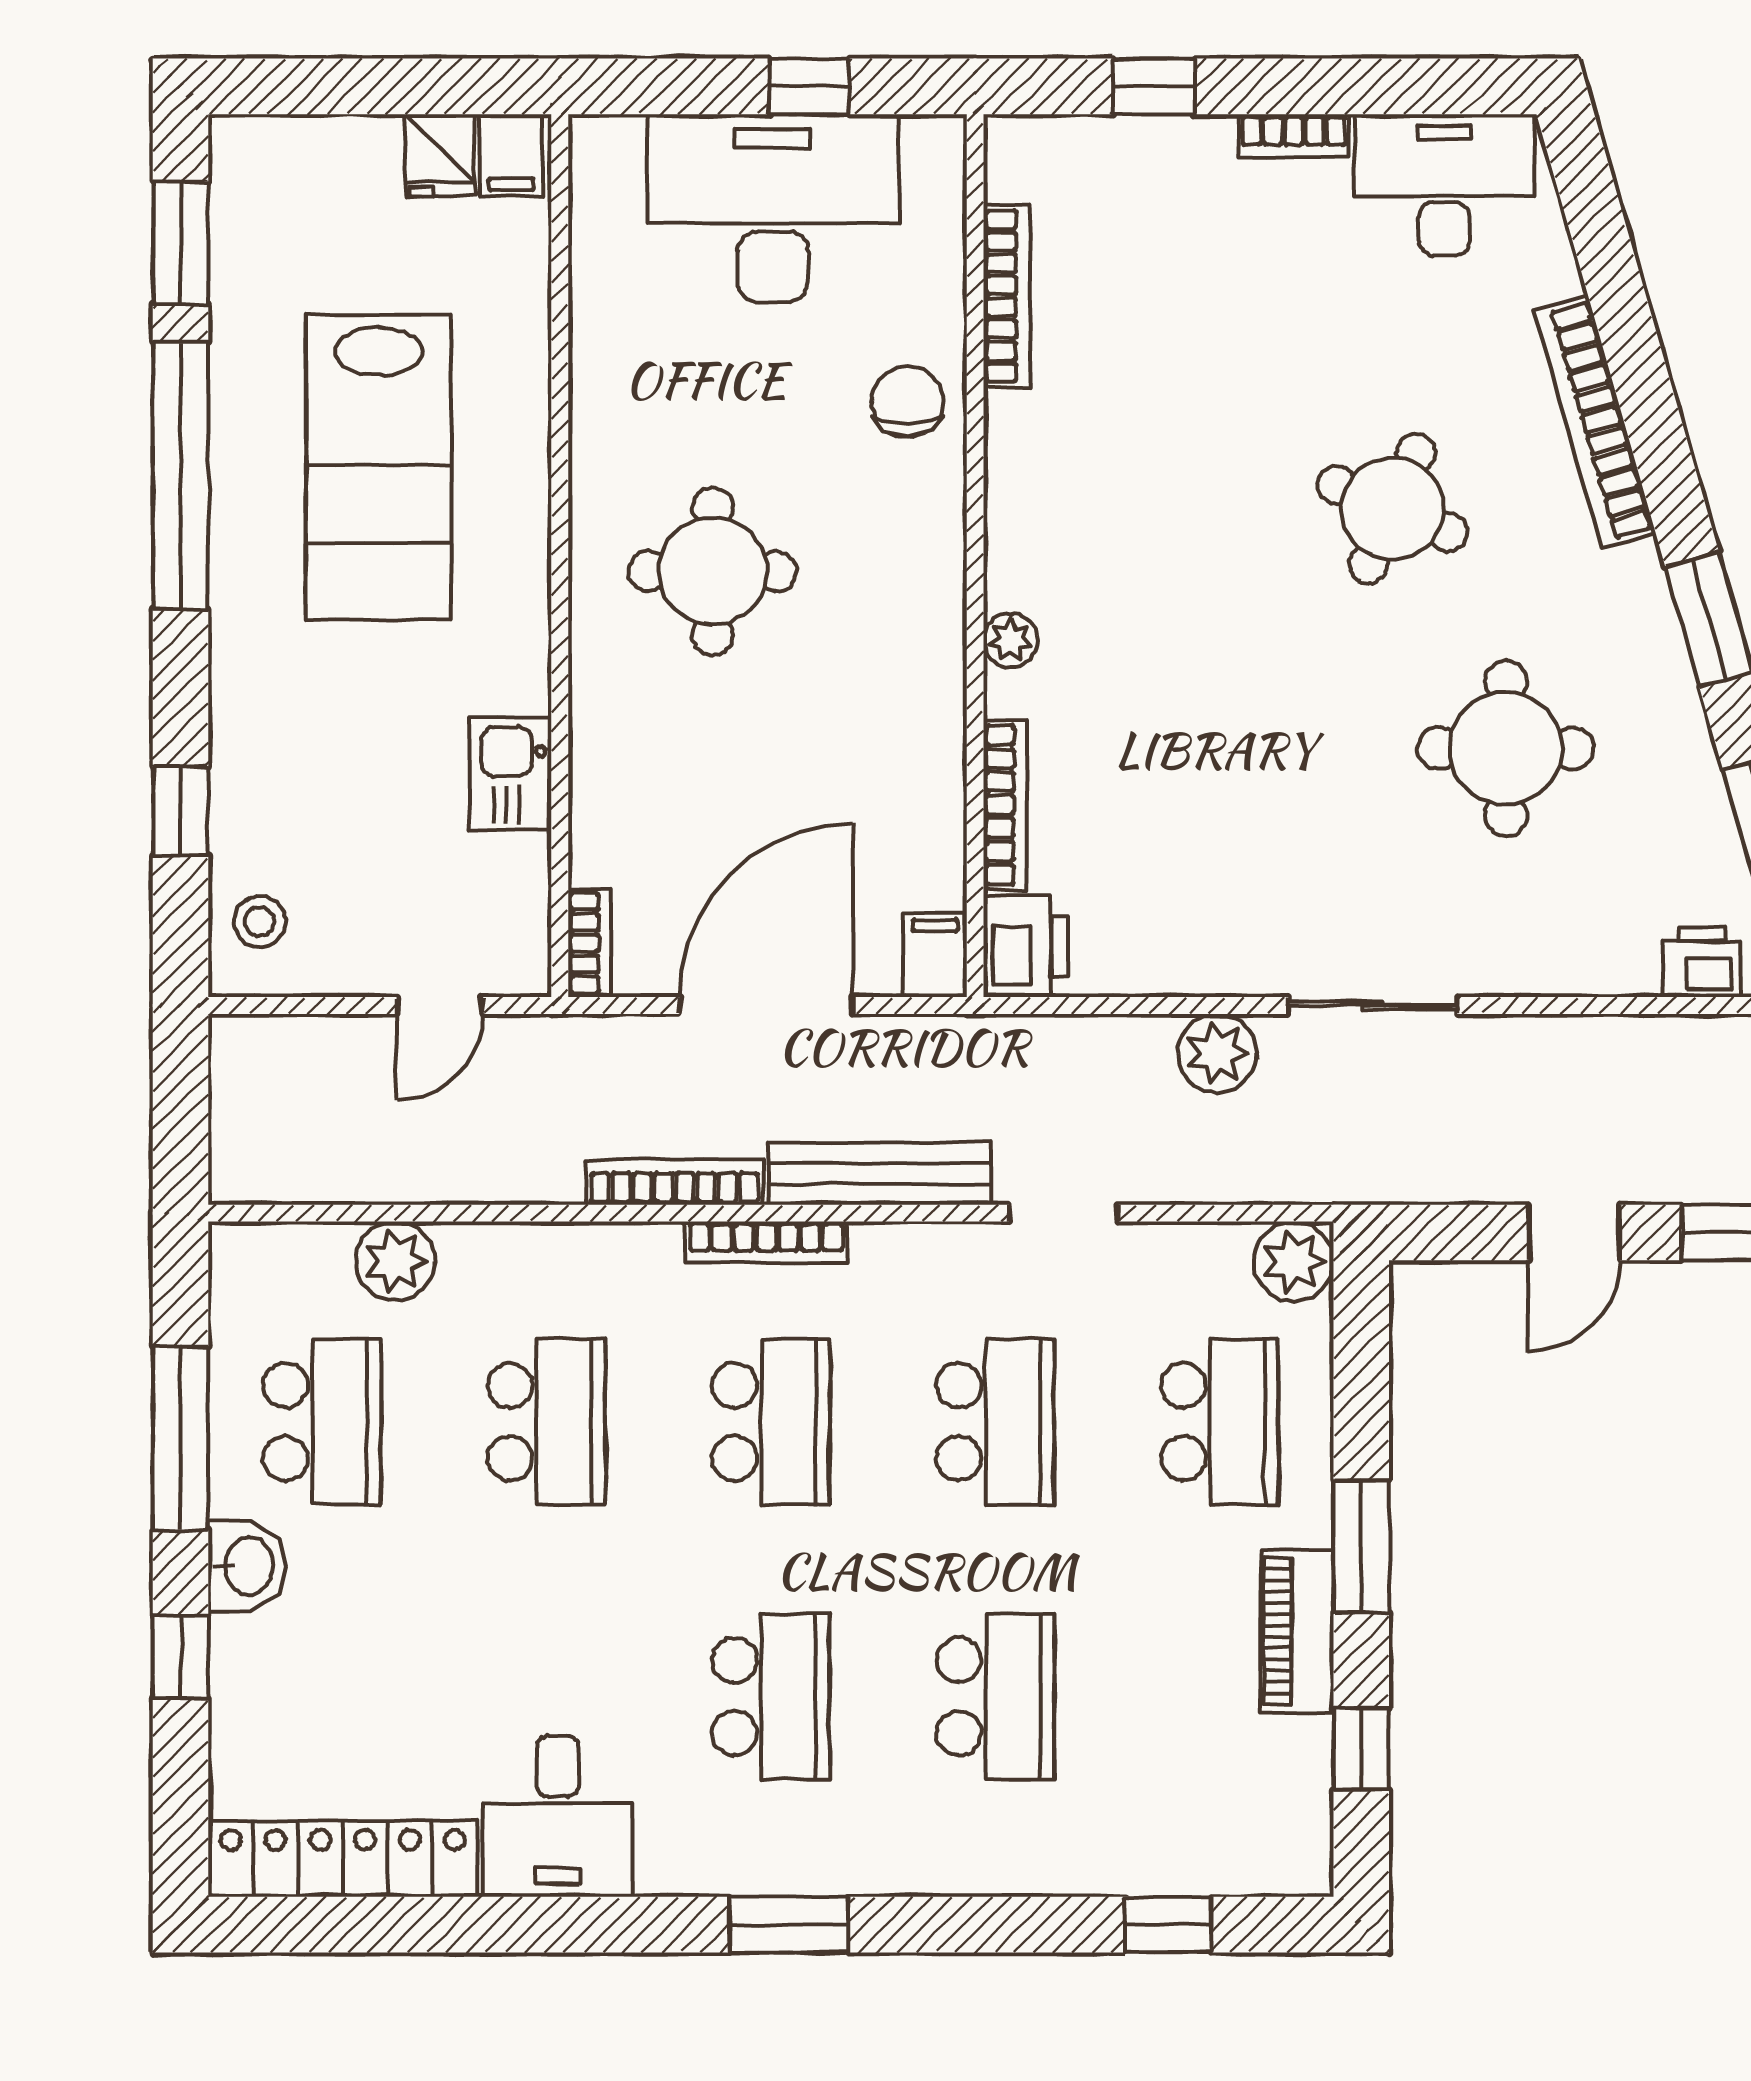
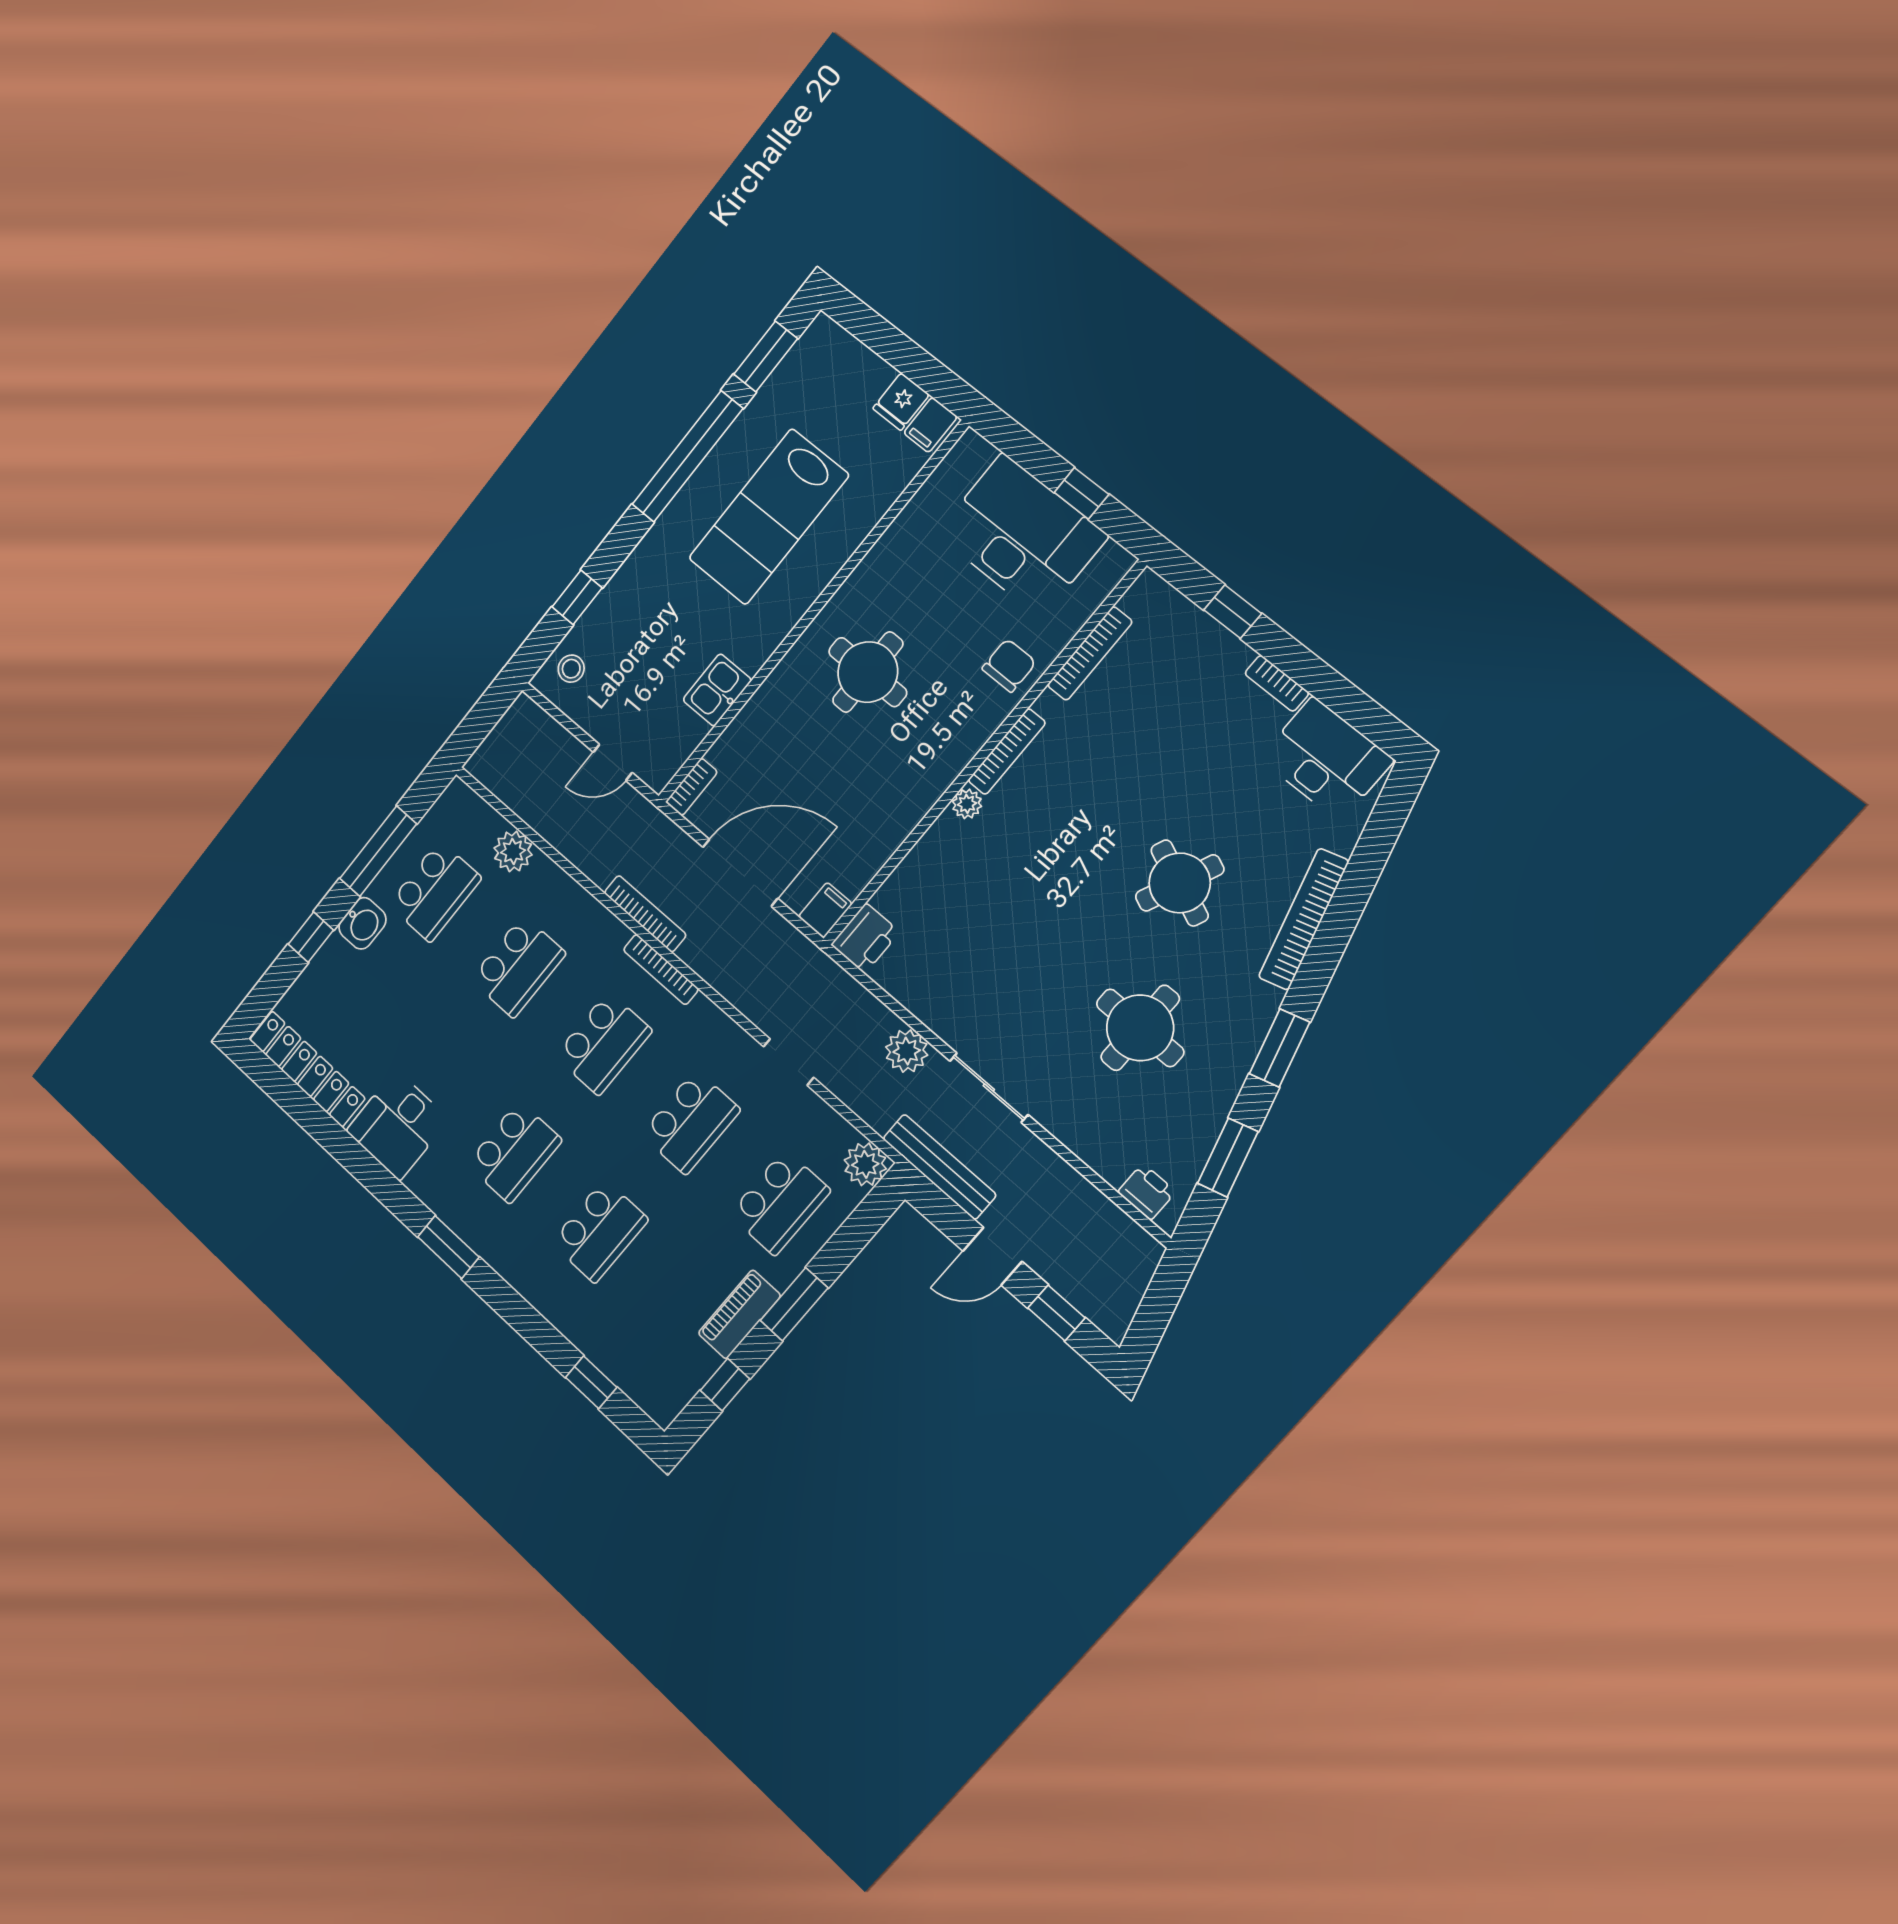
bookcase: (1005, 805) -> (1007, 752), moved
bench: (880, 1174) -> (939, 1167), moved

